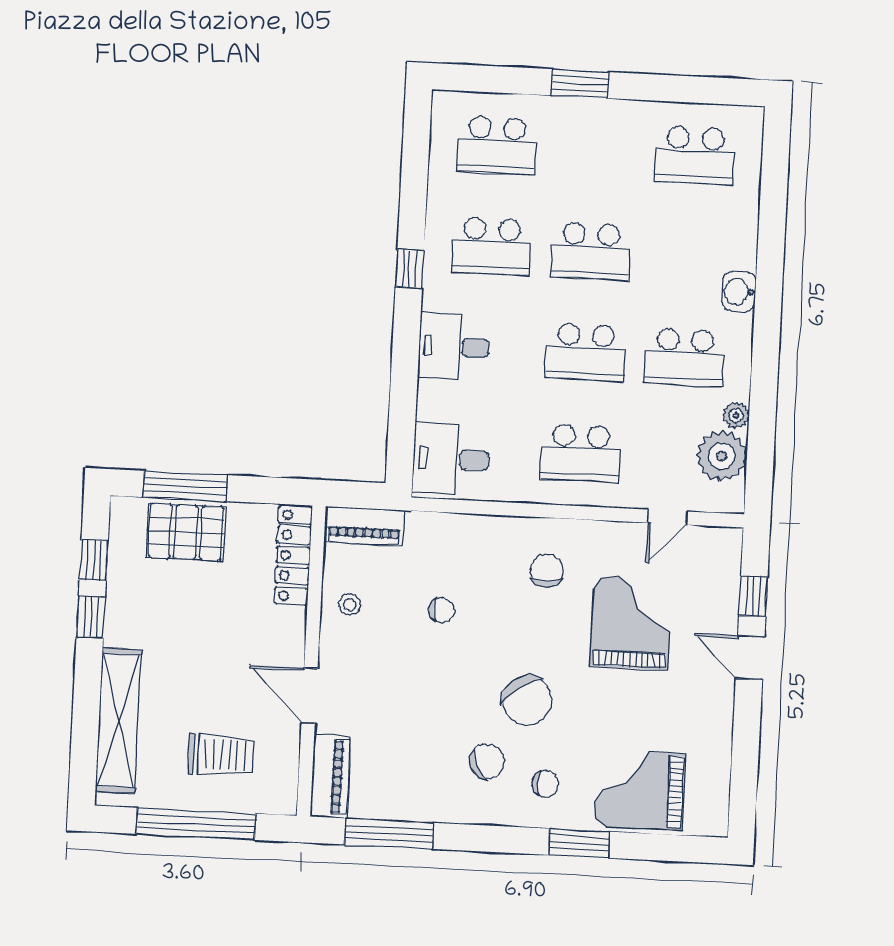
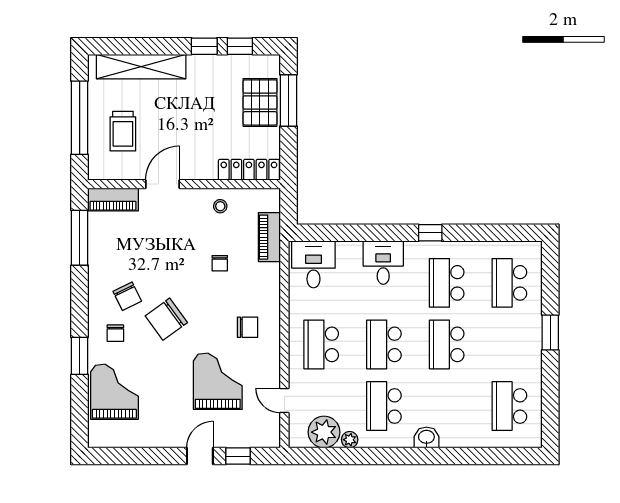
piano: (364, 526) -> (269, 237), moved
grand piano: (631, 623) -> (218, 381), turned -90

